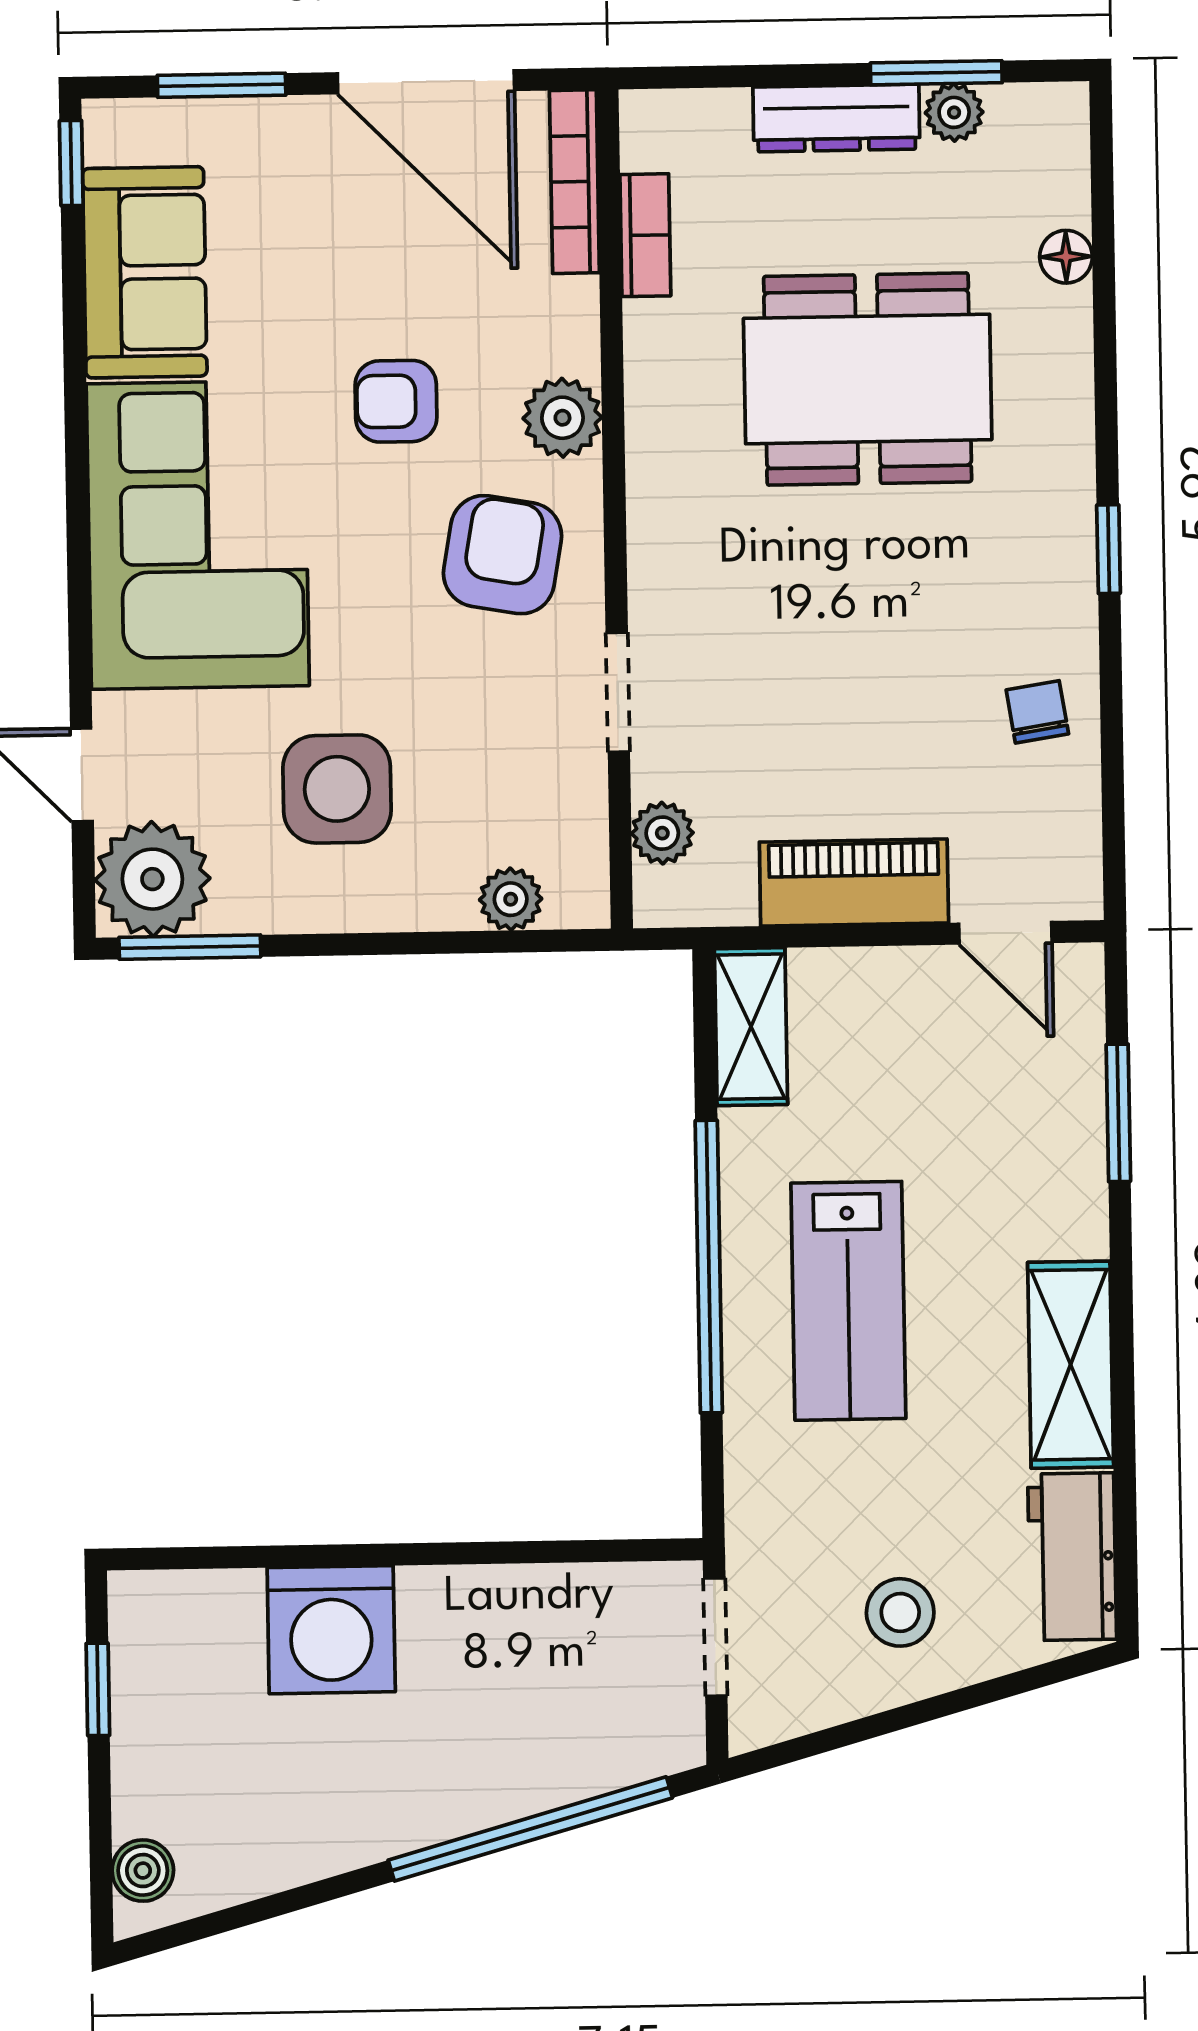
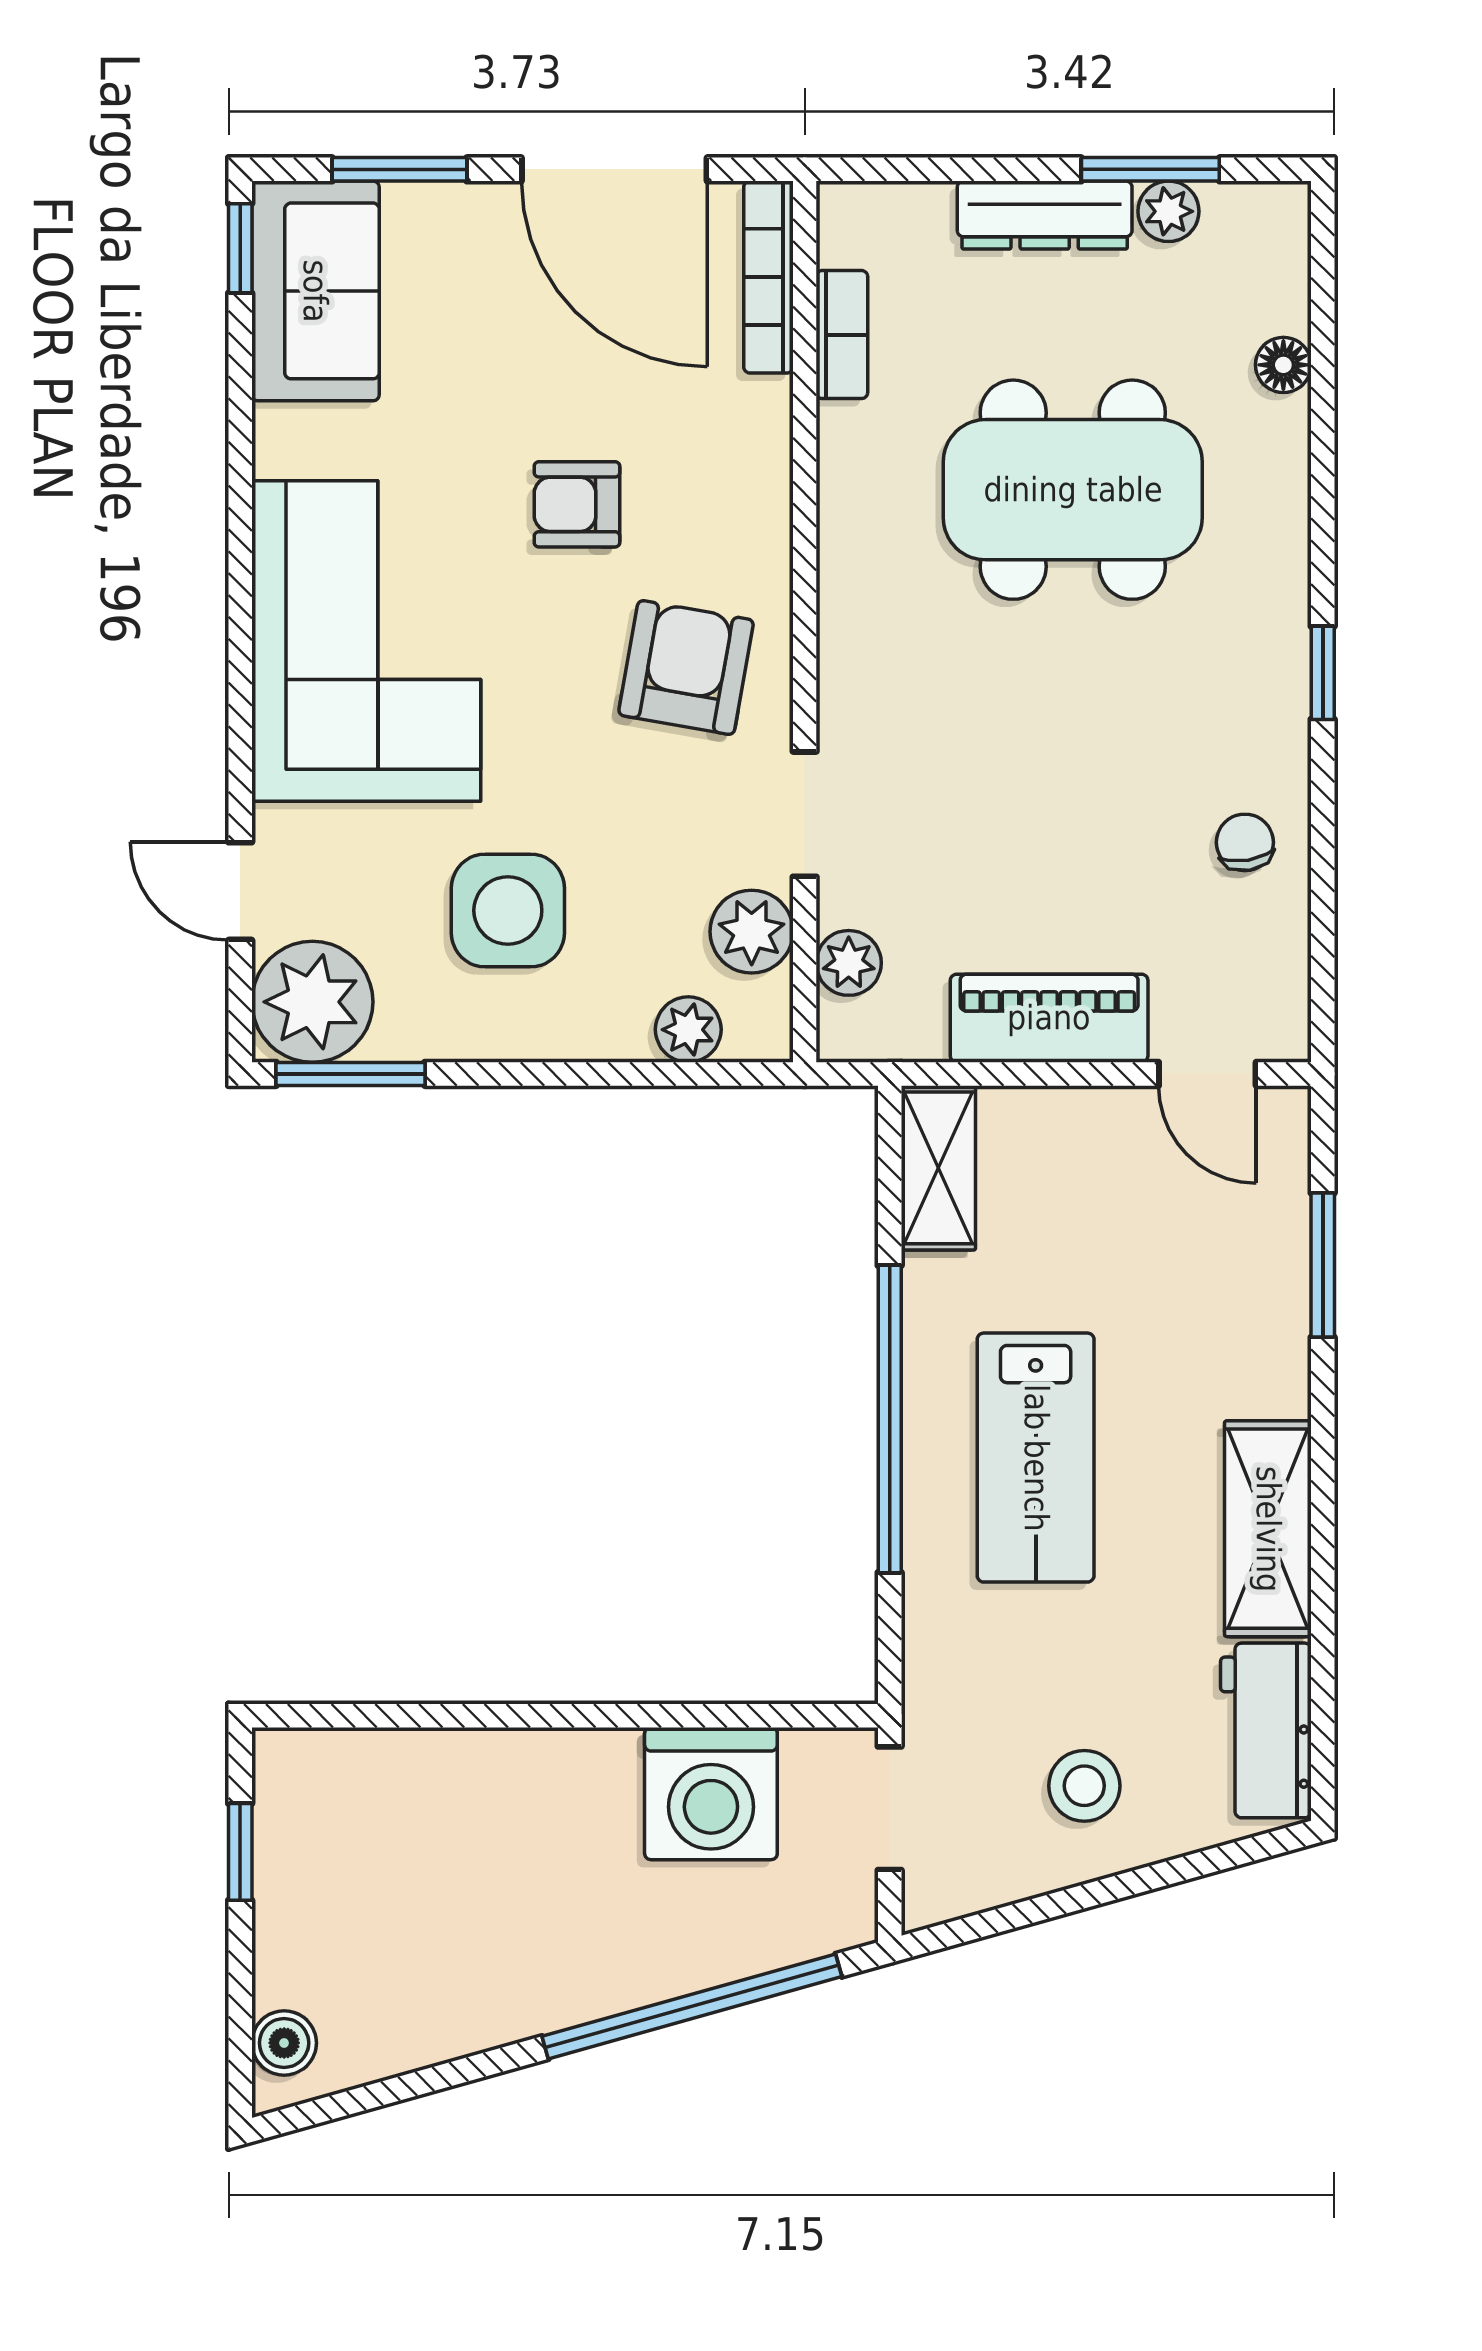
sofa: (145, 272) -> (315, 291), moved
plant: (562, 418) -> (752, 932), moved
washing machine: (331, 1630) -> (711, 1794), moved

